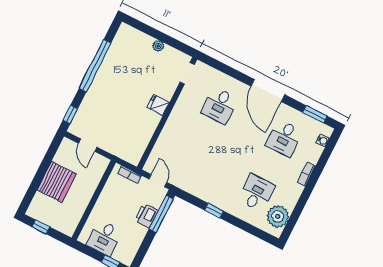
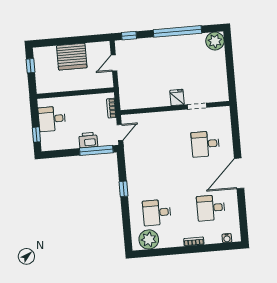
plant: (158, 46) -> (215, 41), moved, width x1.88, depth x1.88
doorway: (187, 73) -> (197, 106), moved
window: (315, 114) -> (243, 220), removed
desk: (257, 193) -> (157, 213), turned 180

